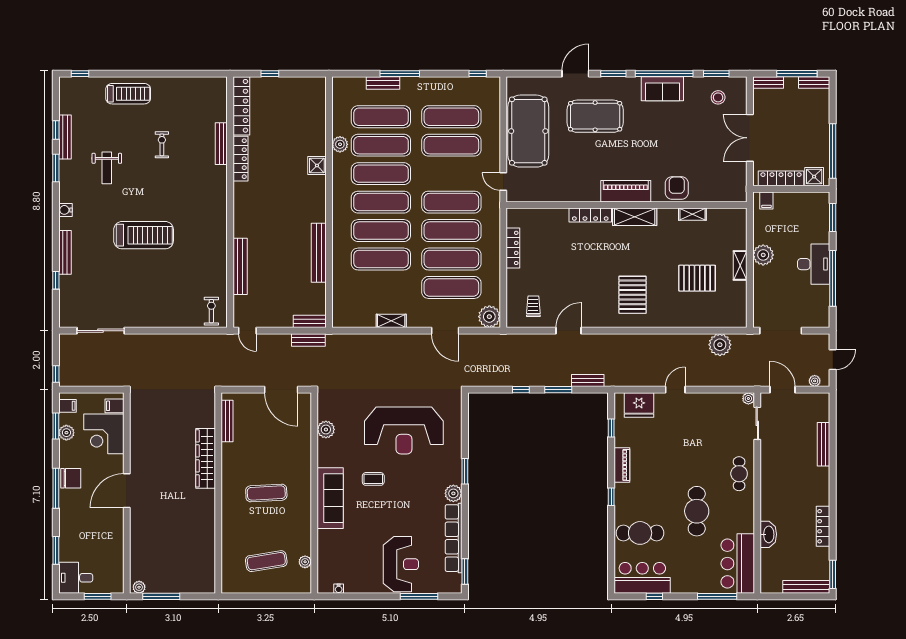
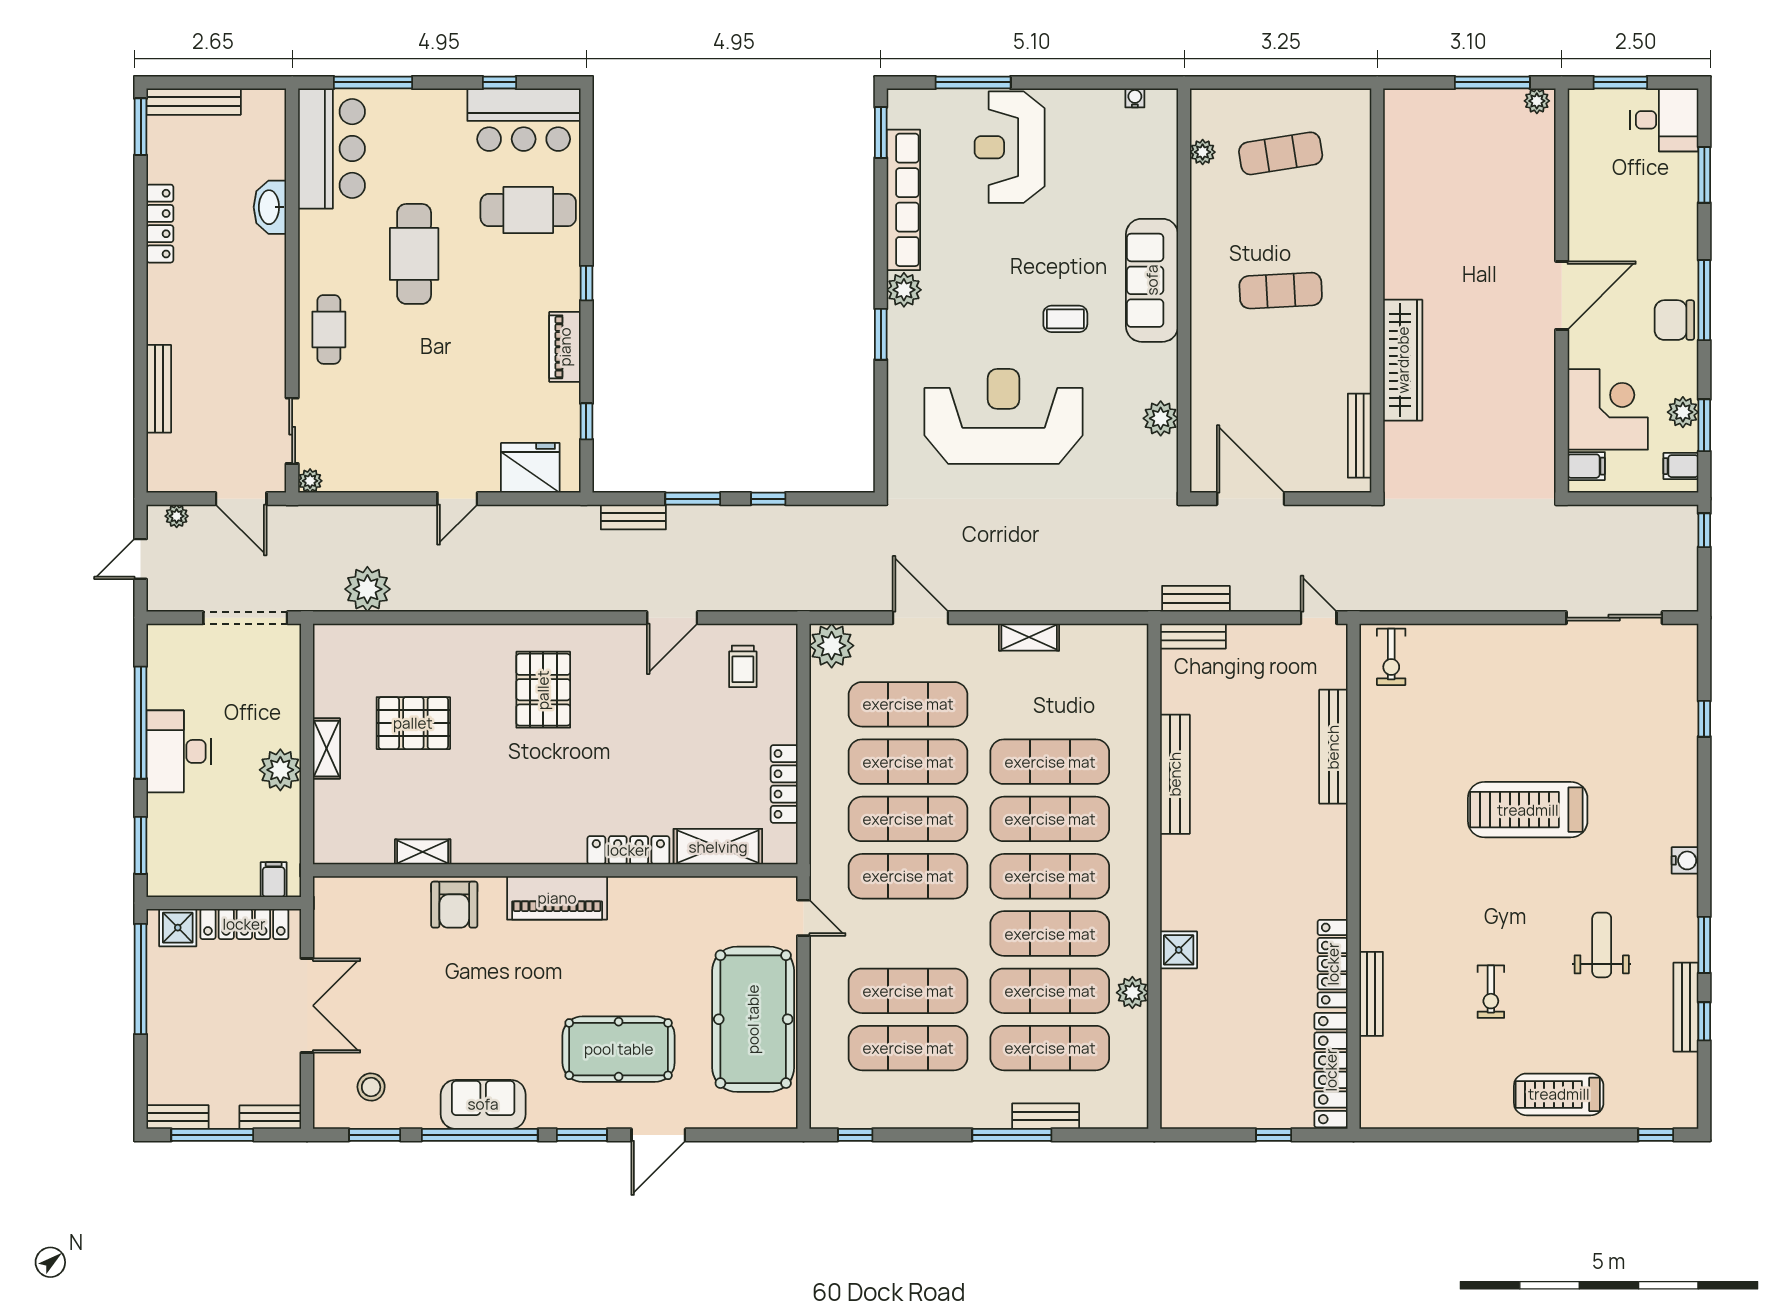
shelving: (635, 217) -> (718, 847), moved
bench: (65, 252) -> (1686, 775), removed

